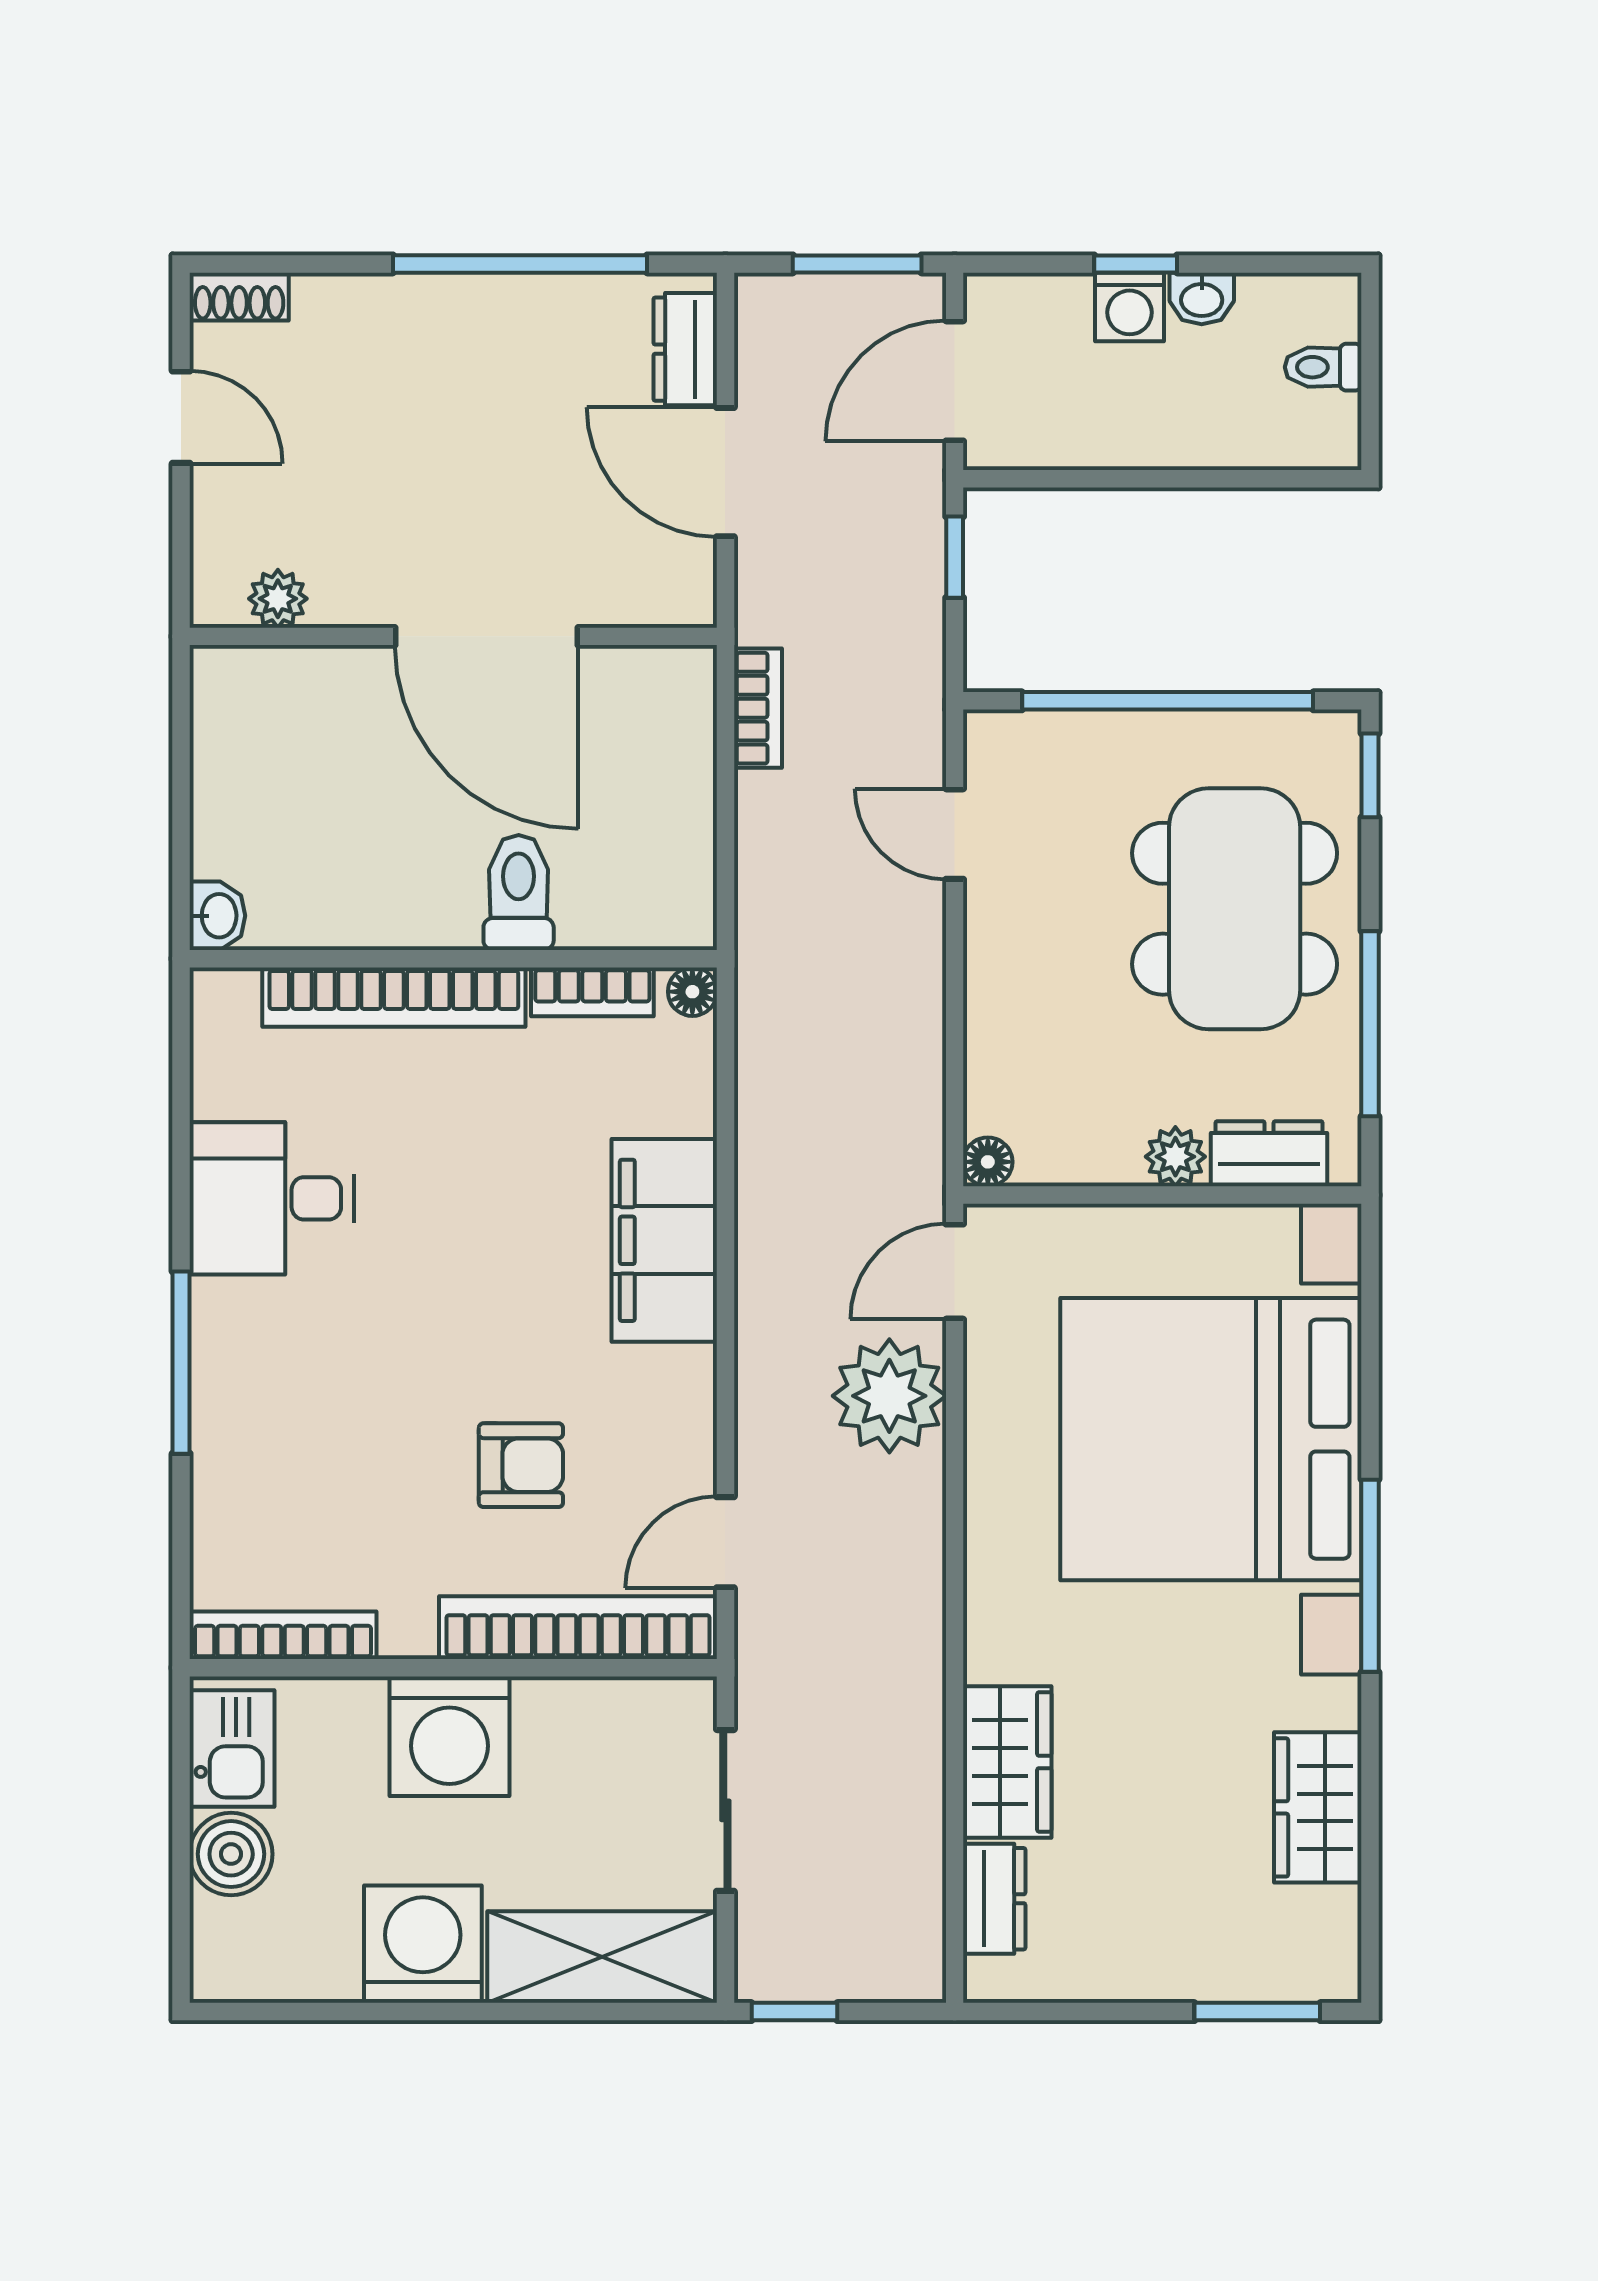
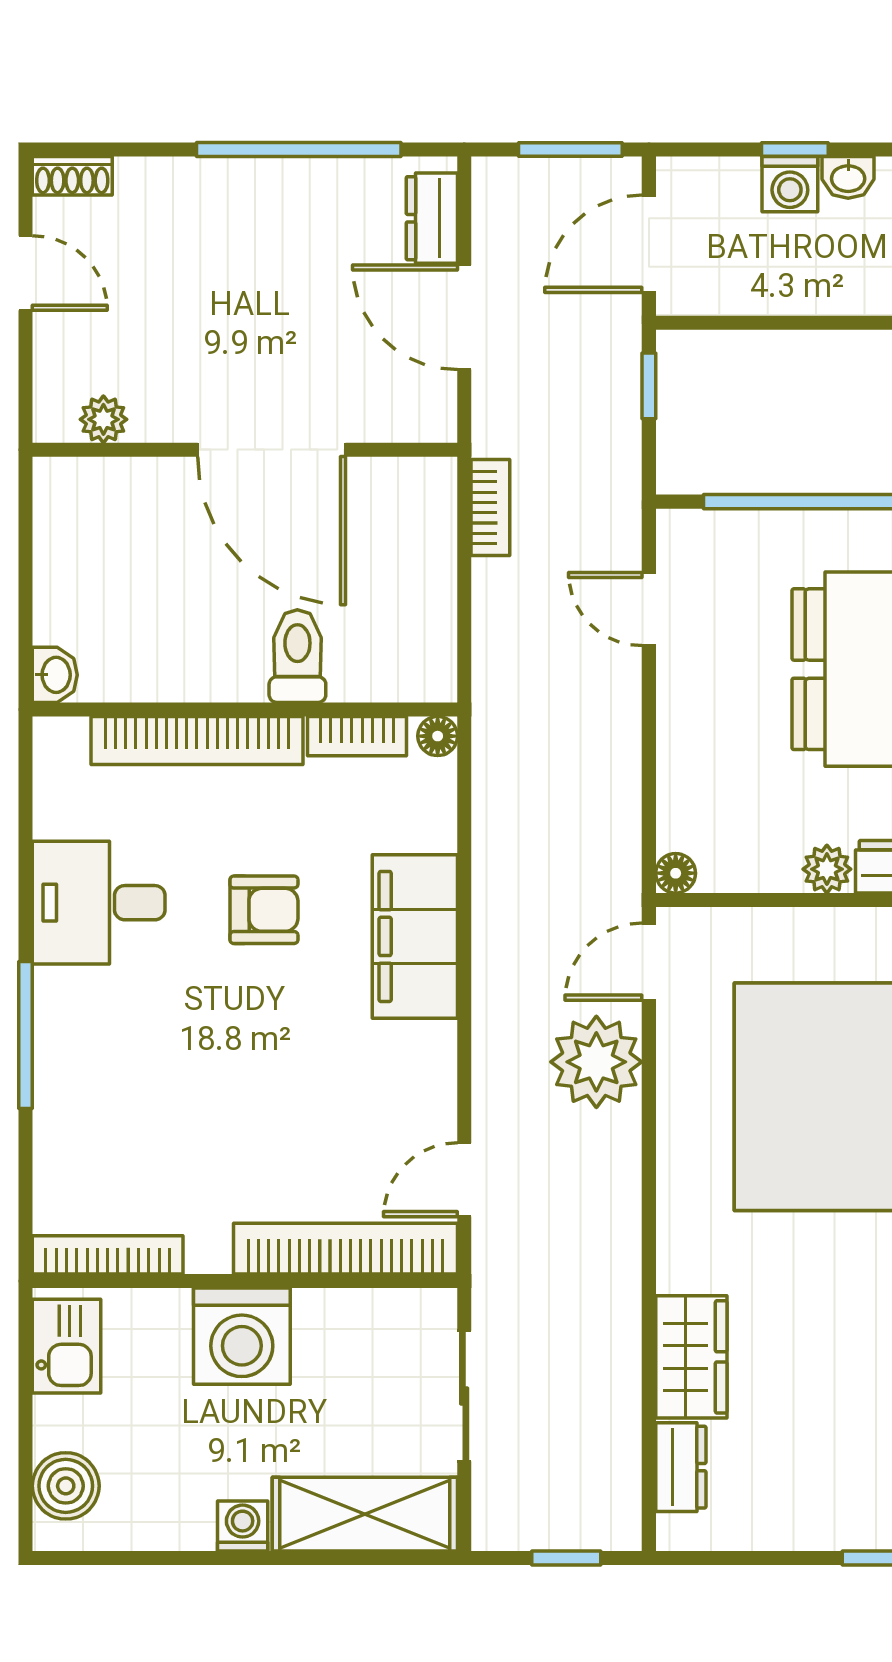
armchair: (521, 1465) -> (264, 910), moved
boiler: (231, 1854) -> (66, 1486), moved
washing machine: (423, 1944) -> (243, 1526), width x0.53, depth x0.53
window: (794, 2012) -> (566, 1558), moved

